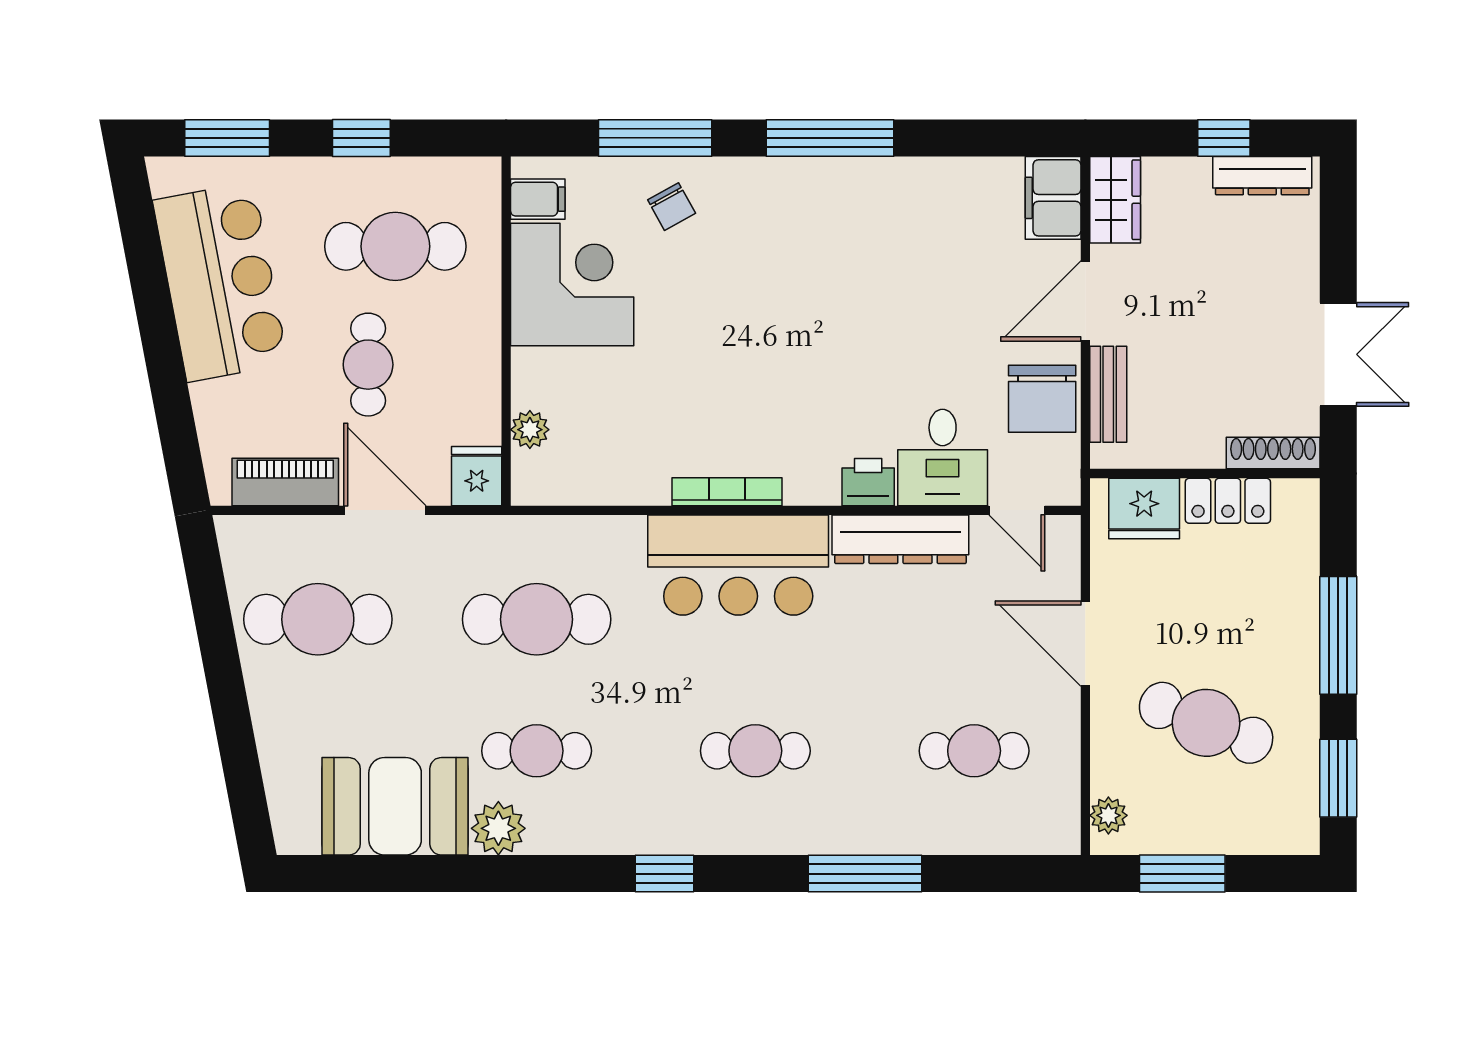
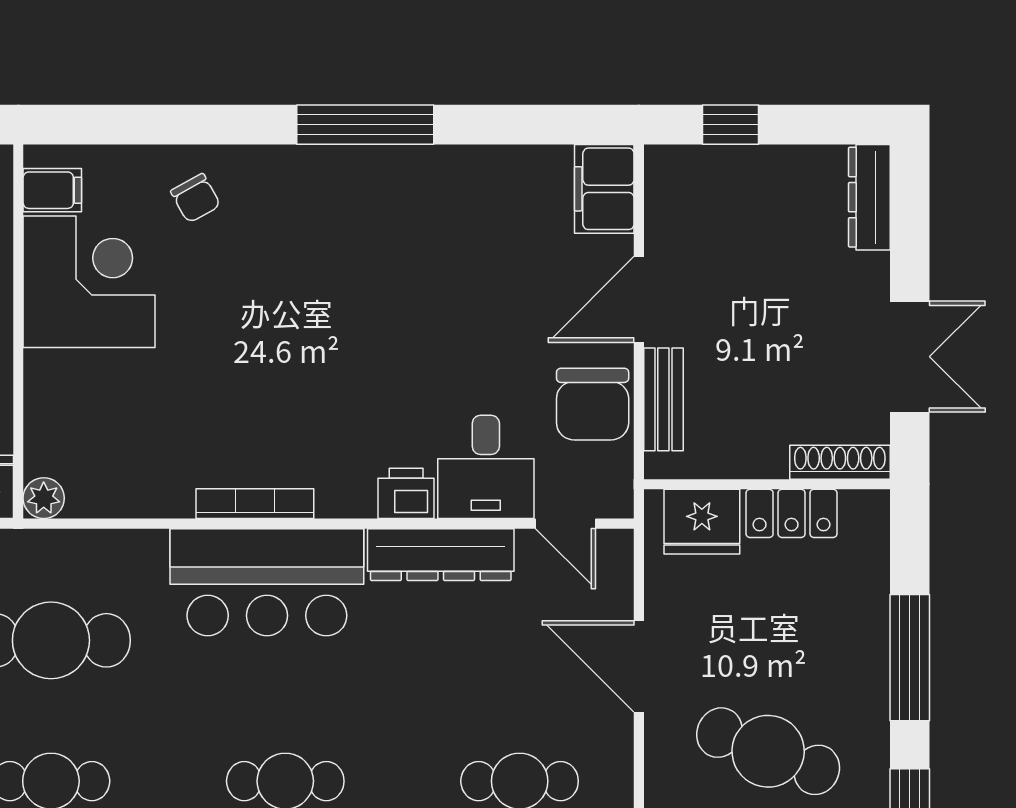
window: (655, 138) -> (178, 125), removed
window: (1224, 138) -> (730, 125), moved
dresser: (1262, 176) -> (869, 197), moved, turned 90
wardrobe: (1115, 200) -> (671, 191), removed
plant: (530, 430) -> (44, 498), moved

